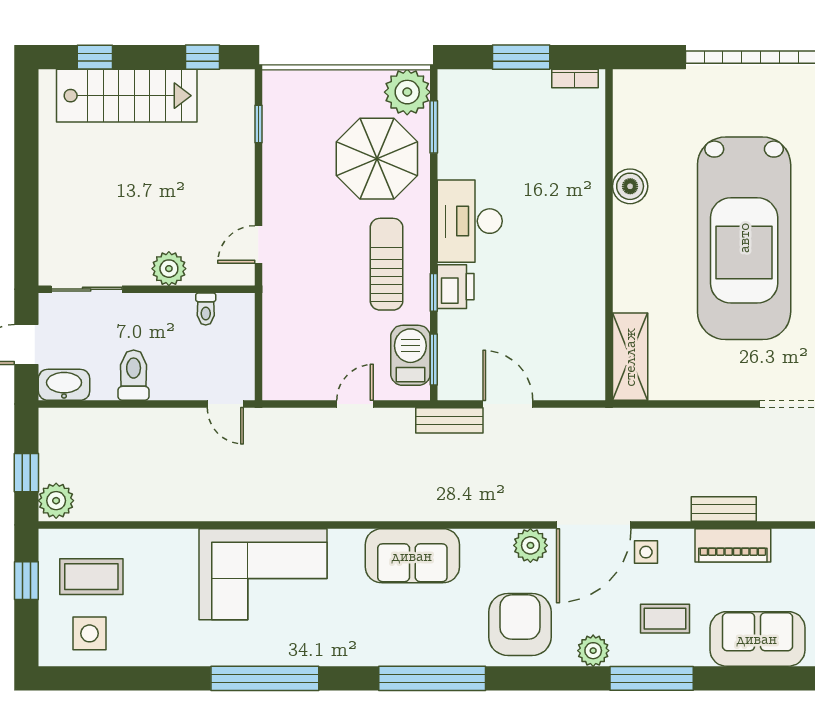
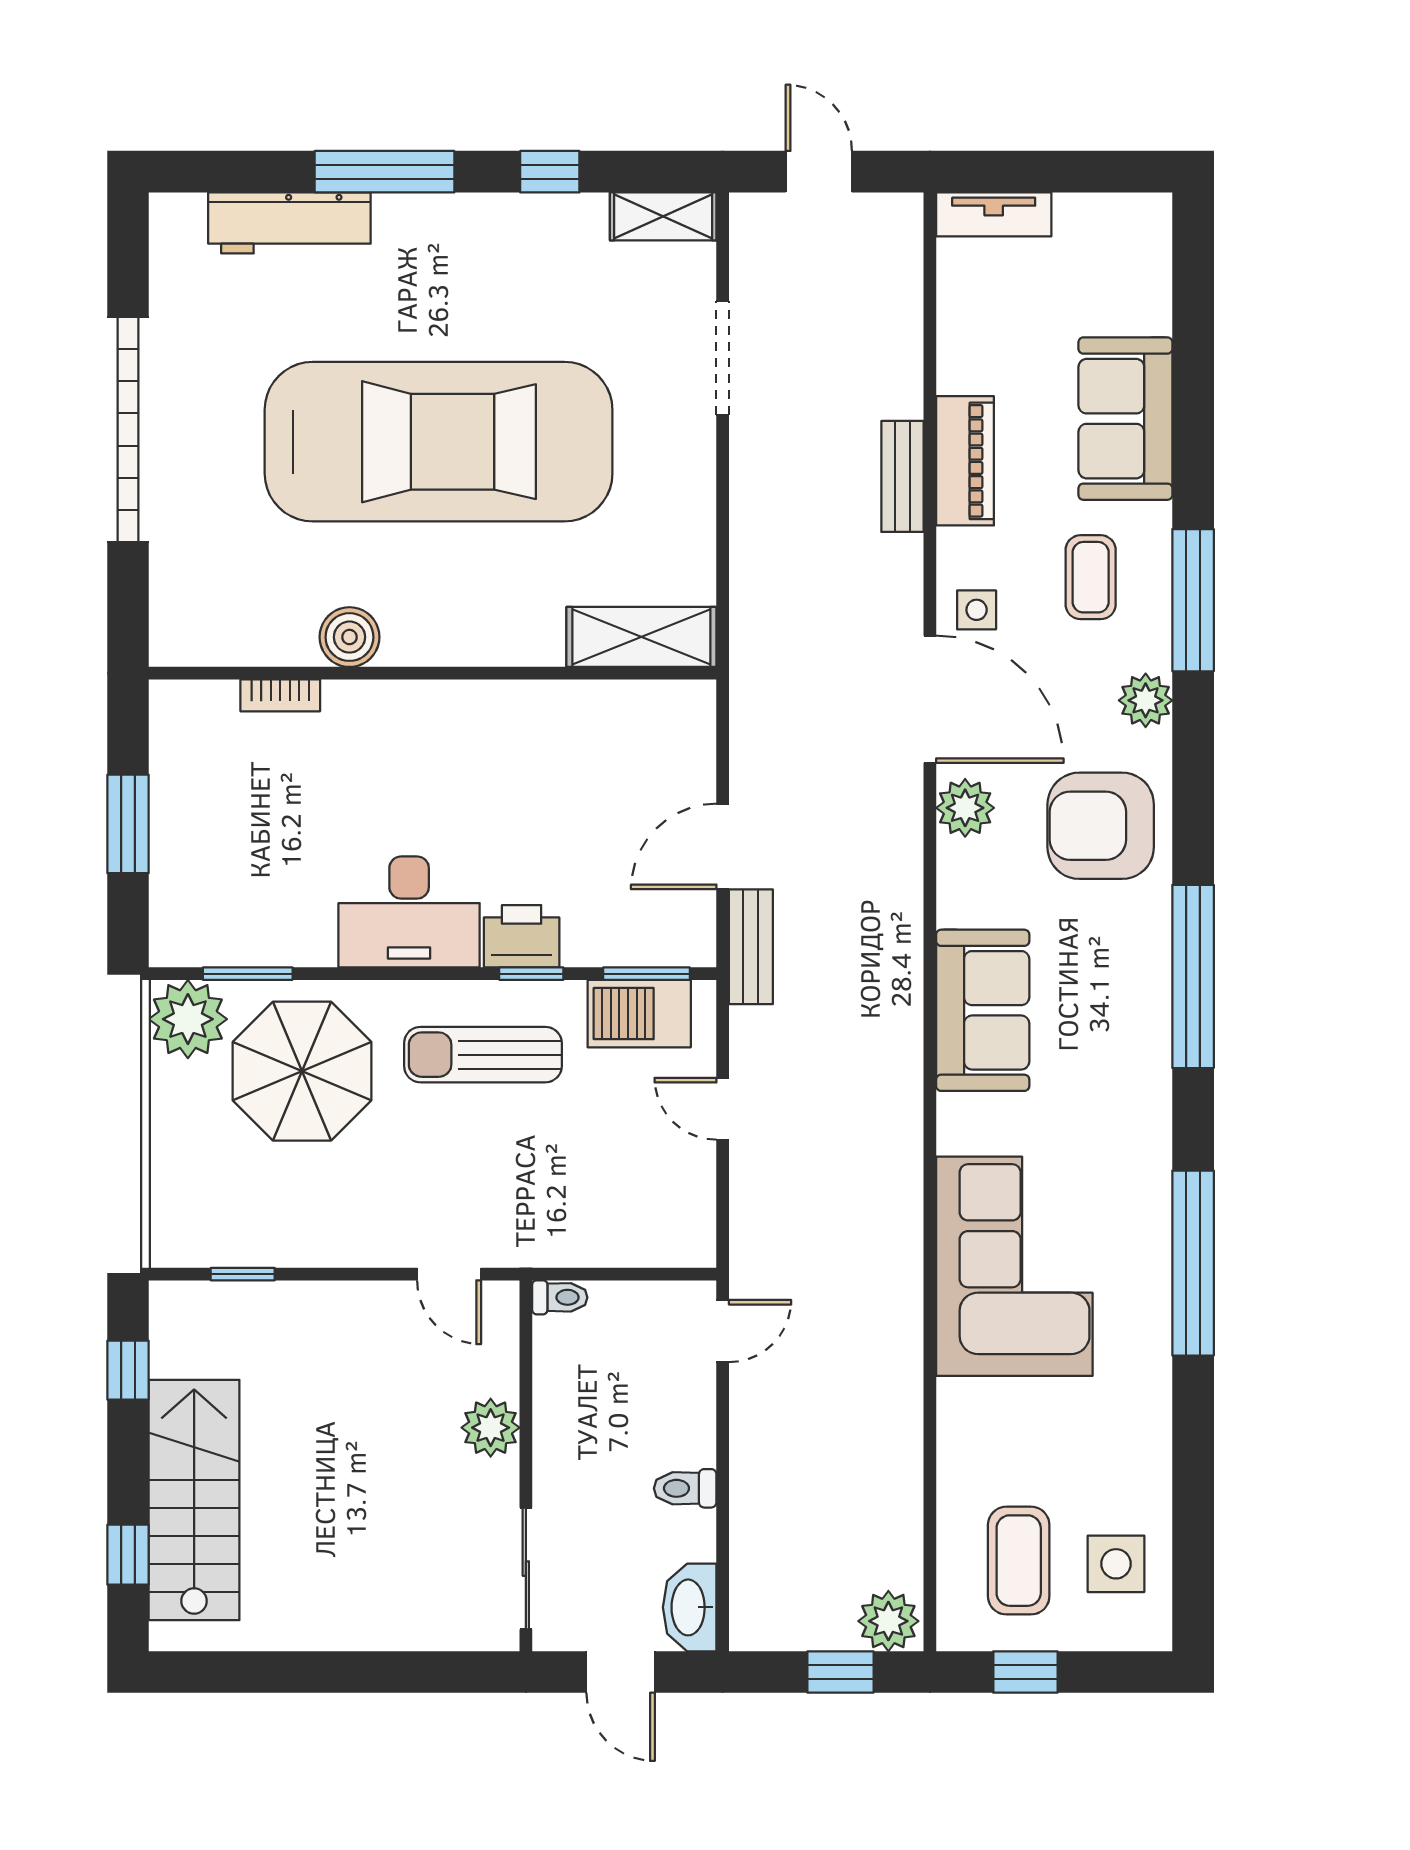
bookcase: (575, 78) -> (280, 695), moved, turned 90
toilet: (206, 309) -> (560, 1297), moved
toilet: (134, 375) -> (685, 1488), width x0.73, depth x0.72

